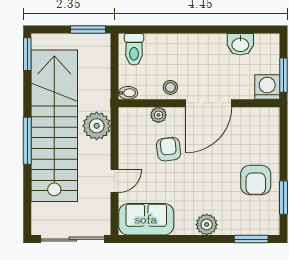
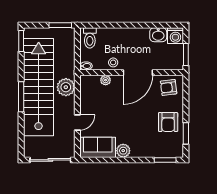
washing machine: (267, 87) -> (175, 36), moved, turned 180
armchair: (169, 149) -> (169, 87), moved, turned -90
plant: (207, 225) -> (123, 151), moved

